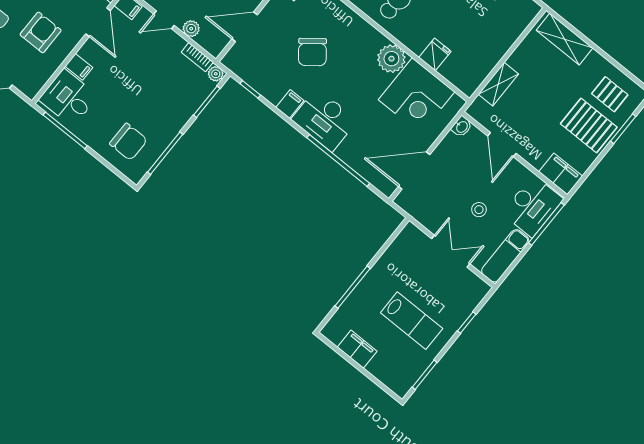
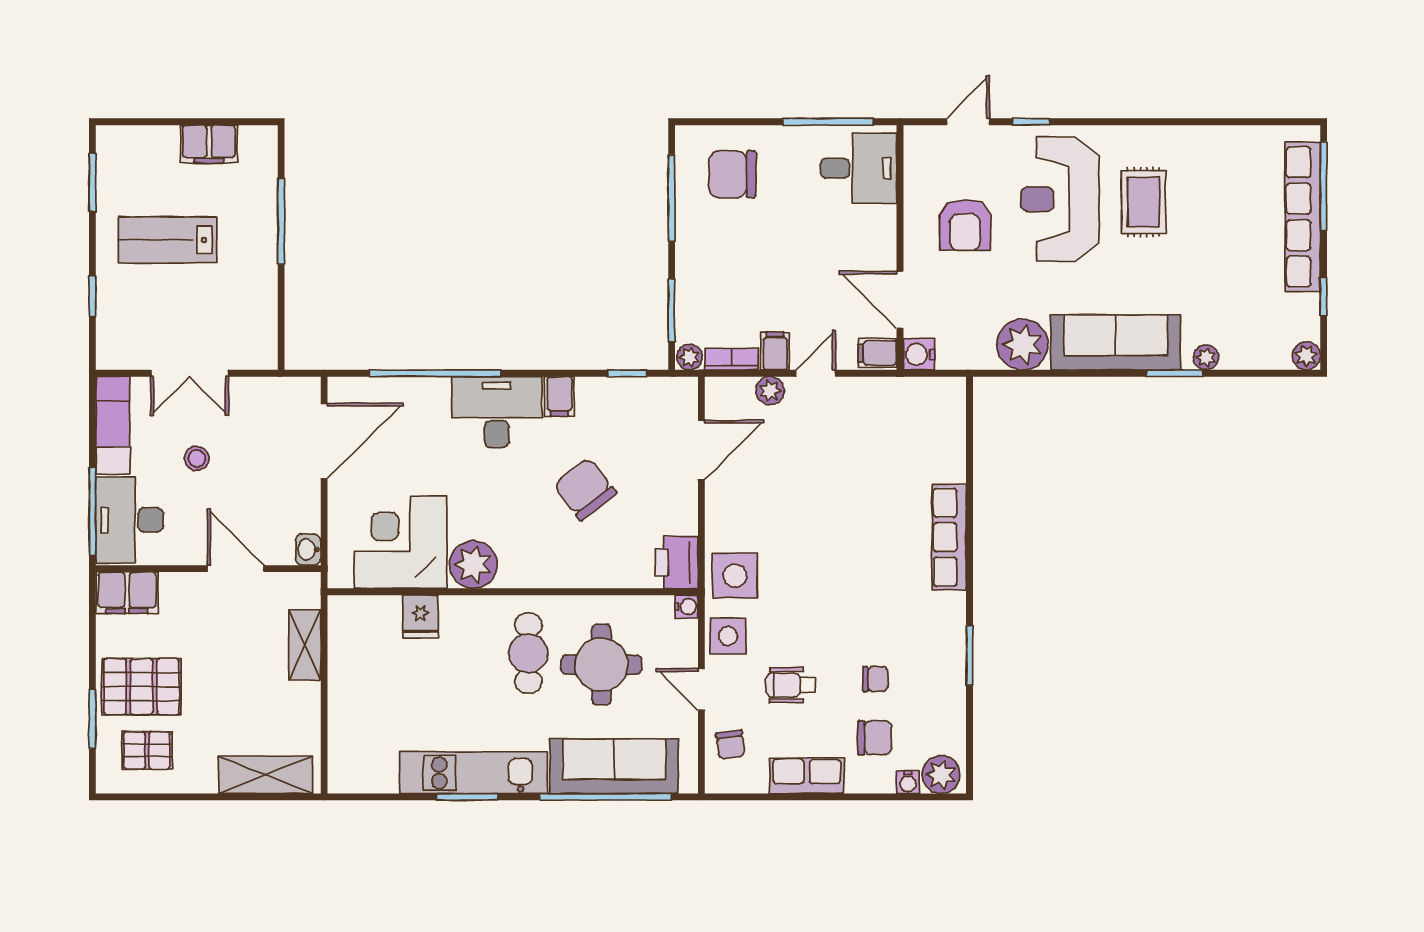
filing cabinet: (79, 67) -> (775, 351), moved, turned 90

